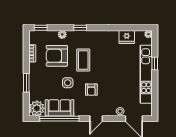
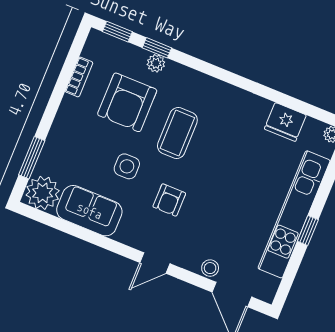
window: (80, 28) -> (157, 48), moved
armchair: (57, 56) -> (127, 102), turned -90
window: (155, 63) -> (308, 231), moved
window: (26, 83) -> (32, 158), moved
window: (59, 119) -> (80, 233), removed

